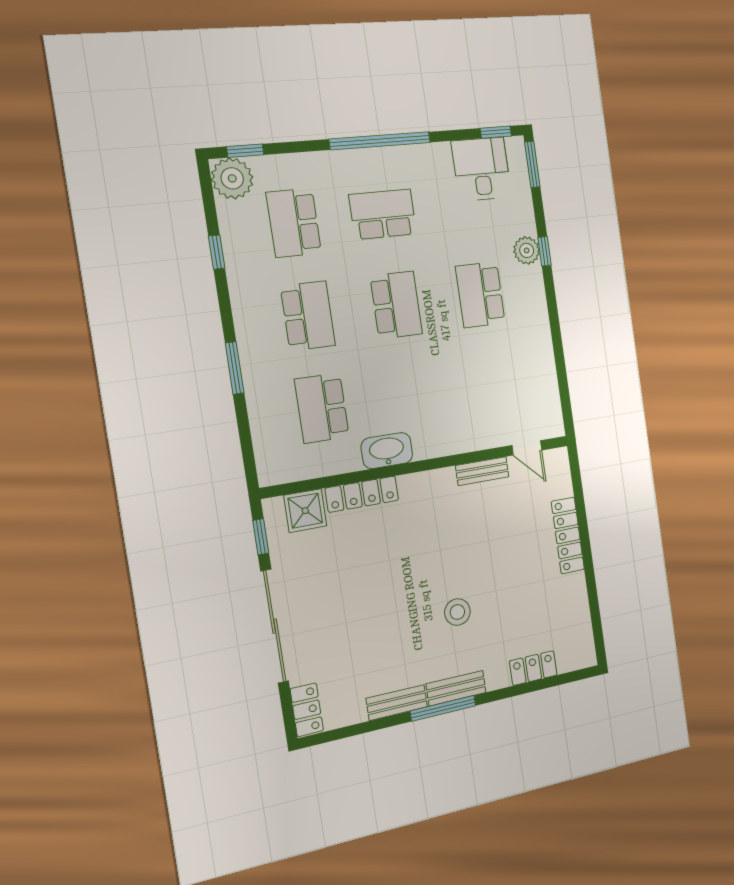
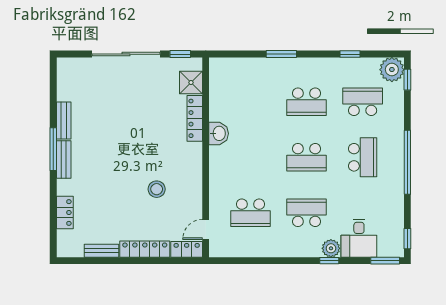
desk: (481, 169) -> (359, 238), moved, turned 90
school desk: (322, 408) -> (250, 213), moved, turned 180
washbasin: (387, 451) -> (219, 133), width x0.72
bench: (482, 471) -> (102, 251), moved, turned 90
stool: (457, 612) -> (157, 189), moved
locker: (307, 710) -> (187, 249), moved, turned 180

